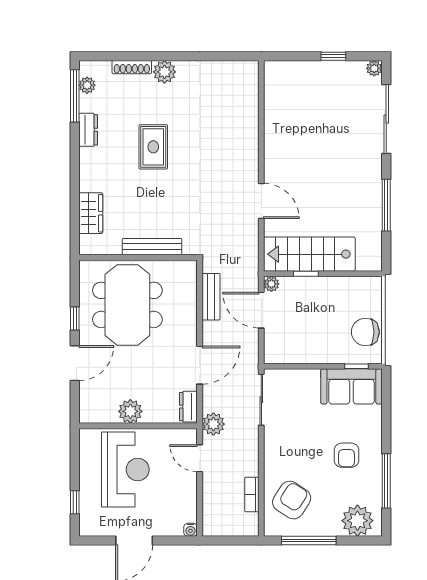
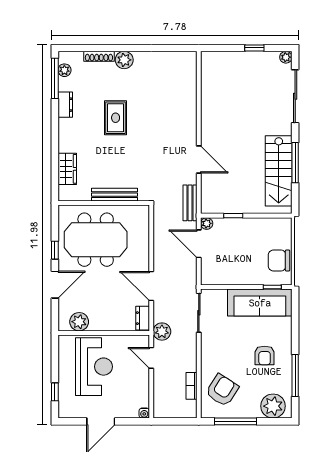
stairs: (309, 254) -> (279, 171), moved, turned -90
bench: (211, 297) -> (190, 203), moved
meeting table: (127, 305) -> (96, 240), turned 90
door: (200, 365) -> (151, 286), swing flipped
sofa: (351, 386) -> (260, 303), width x1.36
plant: (130, 411) -> (79, 322), moved

